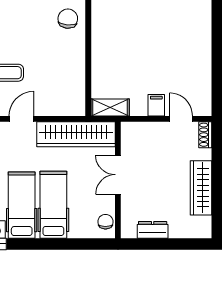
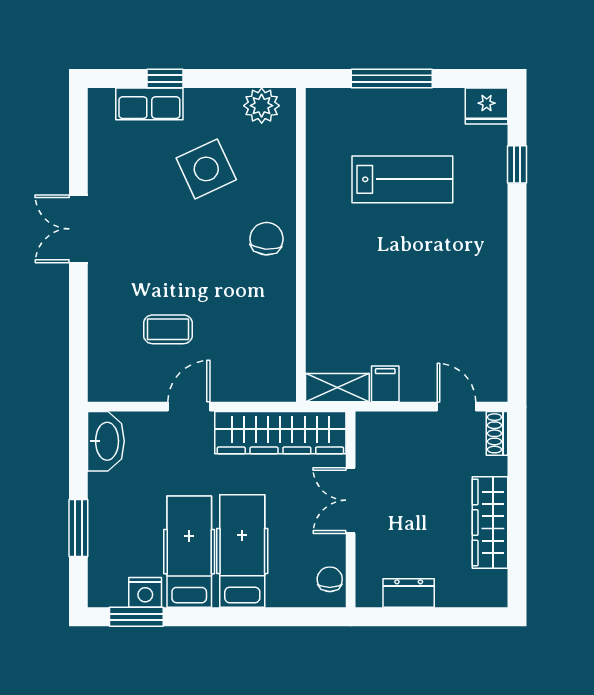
filing cabinet: (156, 105) -> (385, 384), moved

